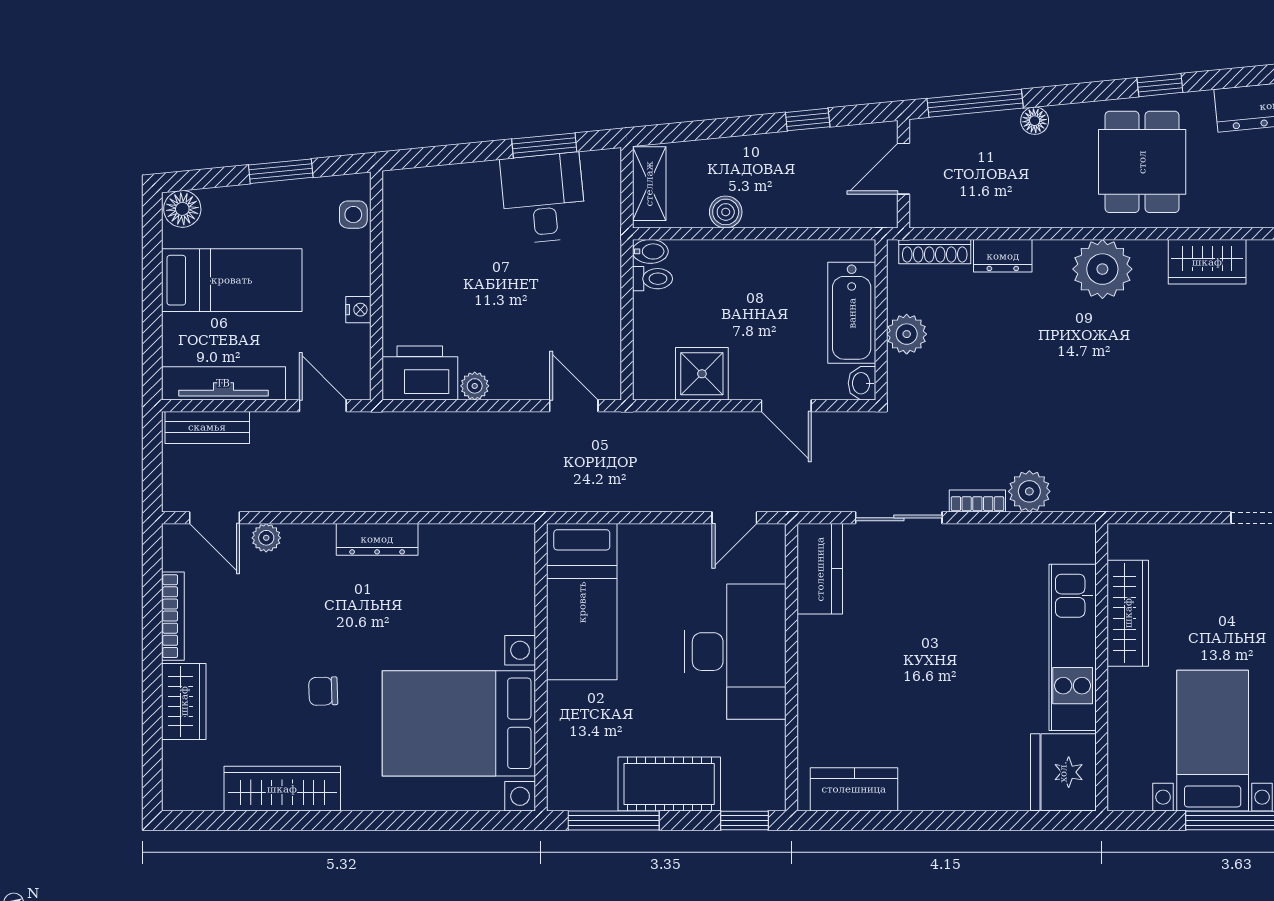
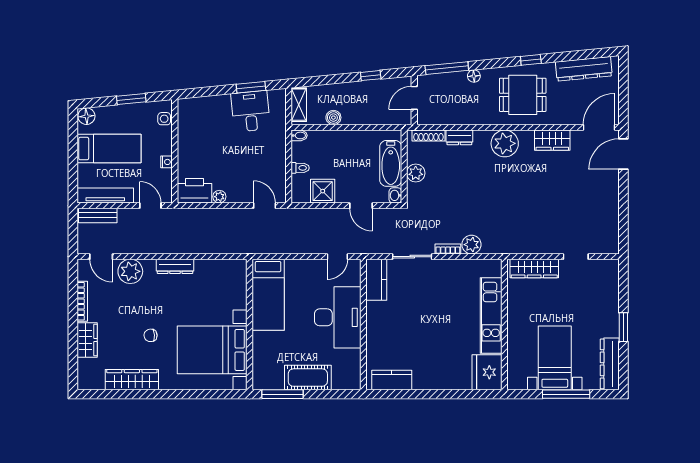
dining table: (1142, 162) -> (523, 95), turned 90
toilet: (652, 279) -> (300, 168), moved
plant: (266, 538) -> (130, 271), width x1.88, depth x1.88
wardrobe: (1128, 613) -> (534, 268), moved, turned 90
window: (744, 821) -> (342, 394), removed

